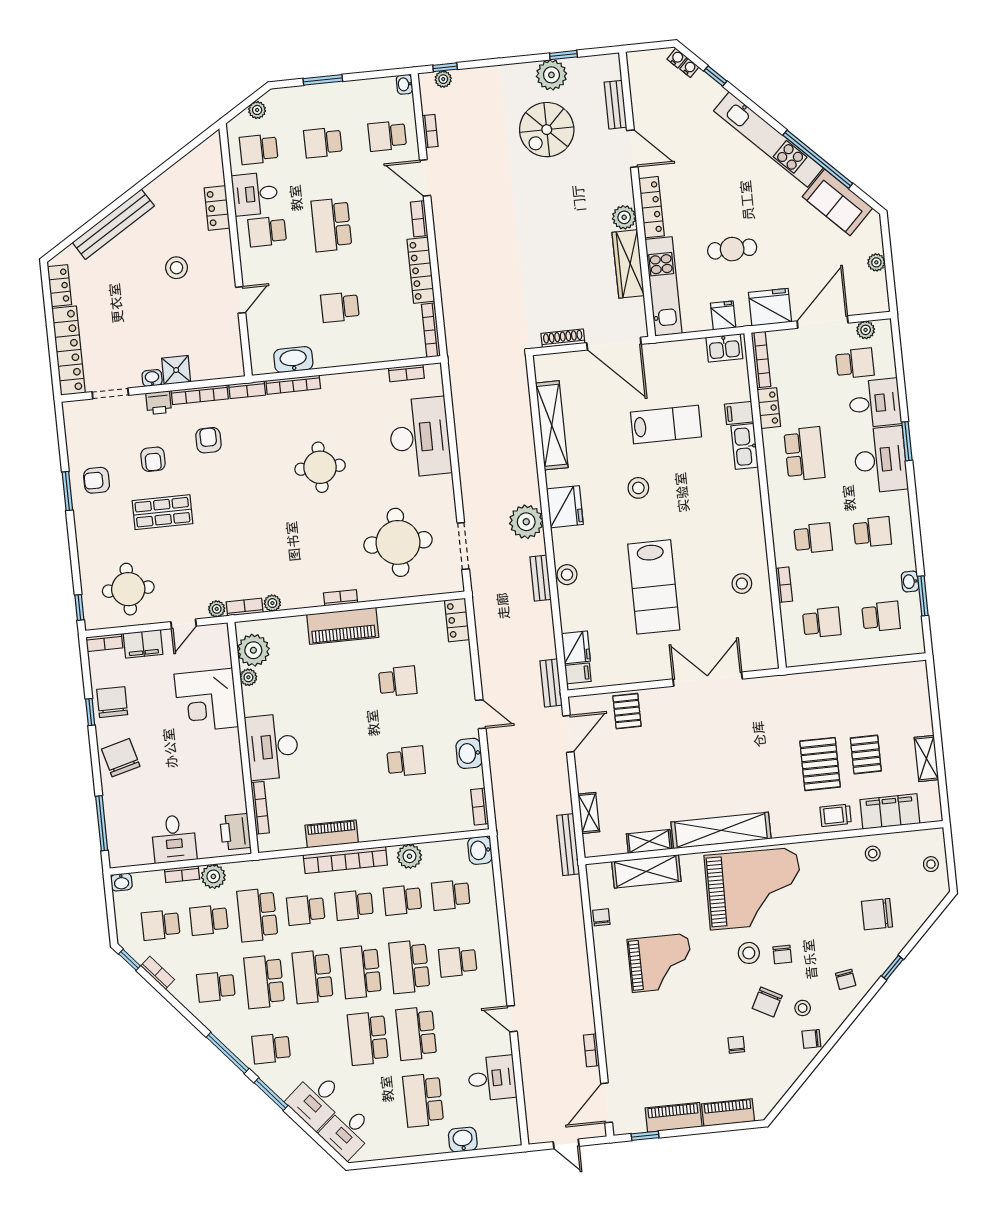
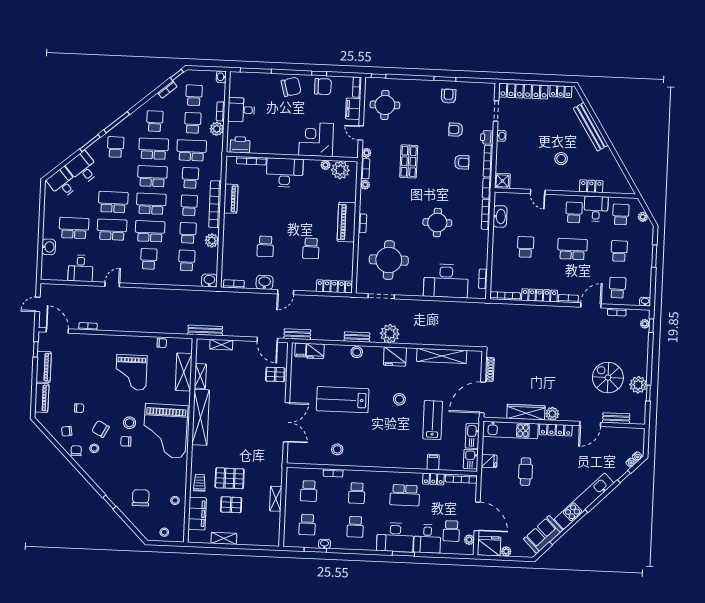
fridge: (770, 307) -> (489, 546), moved, turned -90
shower: (176, 370) -> (502, 181), moved
lab bench: (666, 425) -> (433, 420), turned 180
kitchen sink: (745, 446) -> (472, 436), moved, turned -90
shop shelf: (162, 512) -> (409, 161), moved
locker: (457, 620) -> (334, 286), width x1.53
shelving: (844, 678) -> (276, 499), added
chair: (846, 979) -> (67, 431), moved

